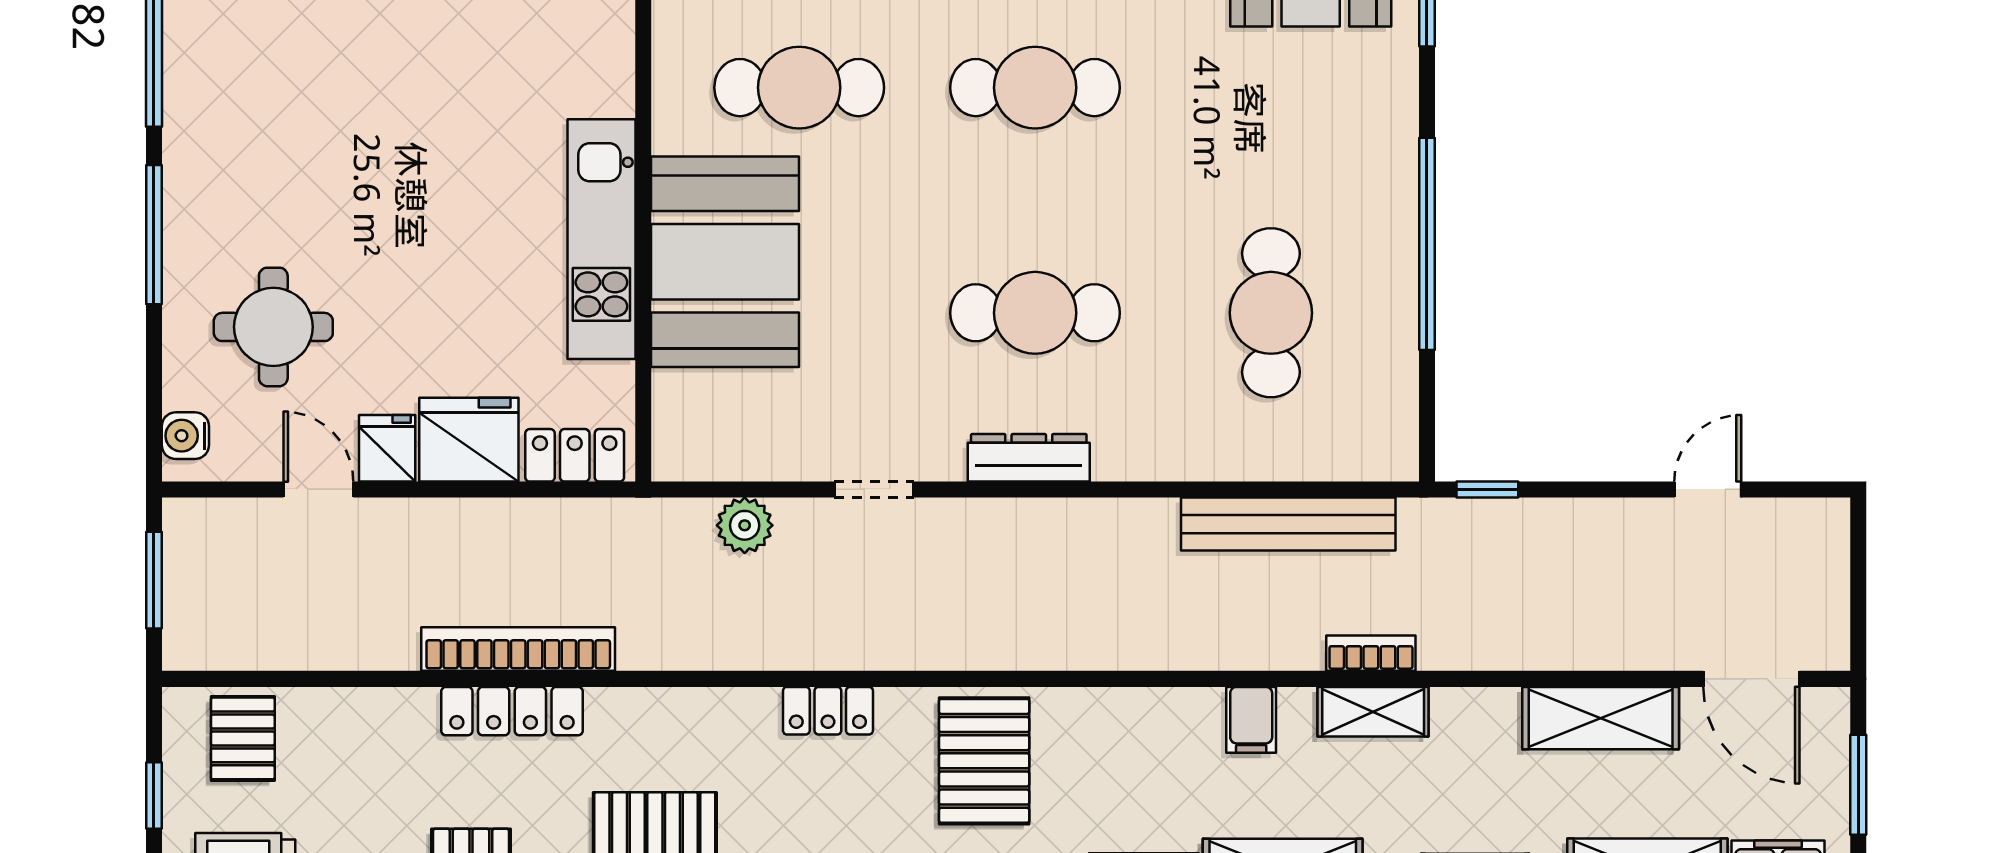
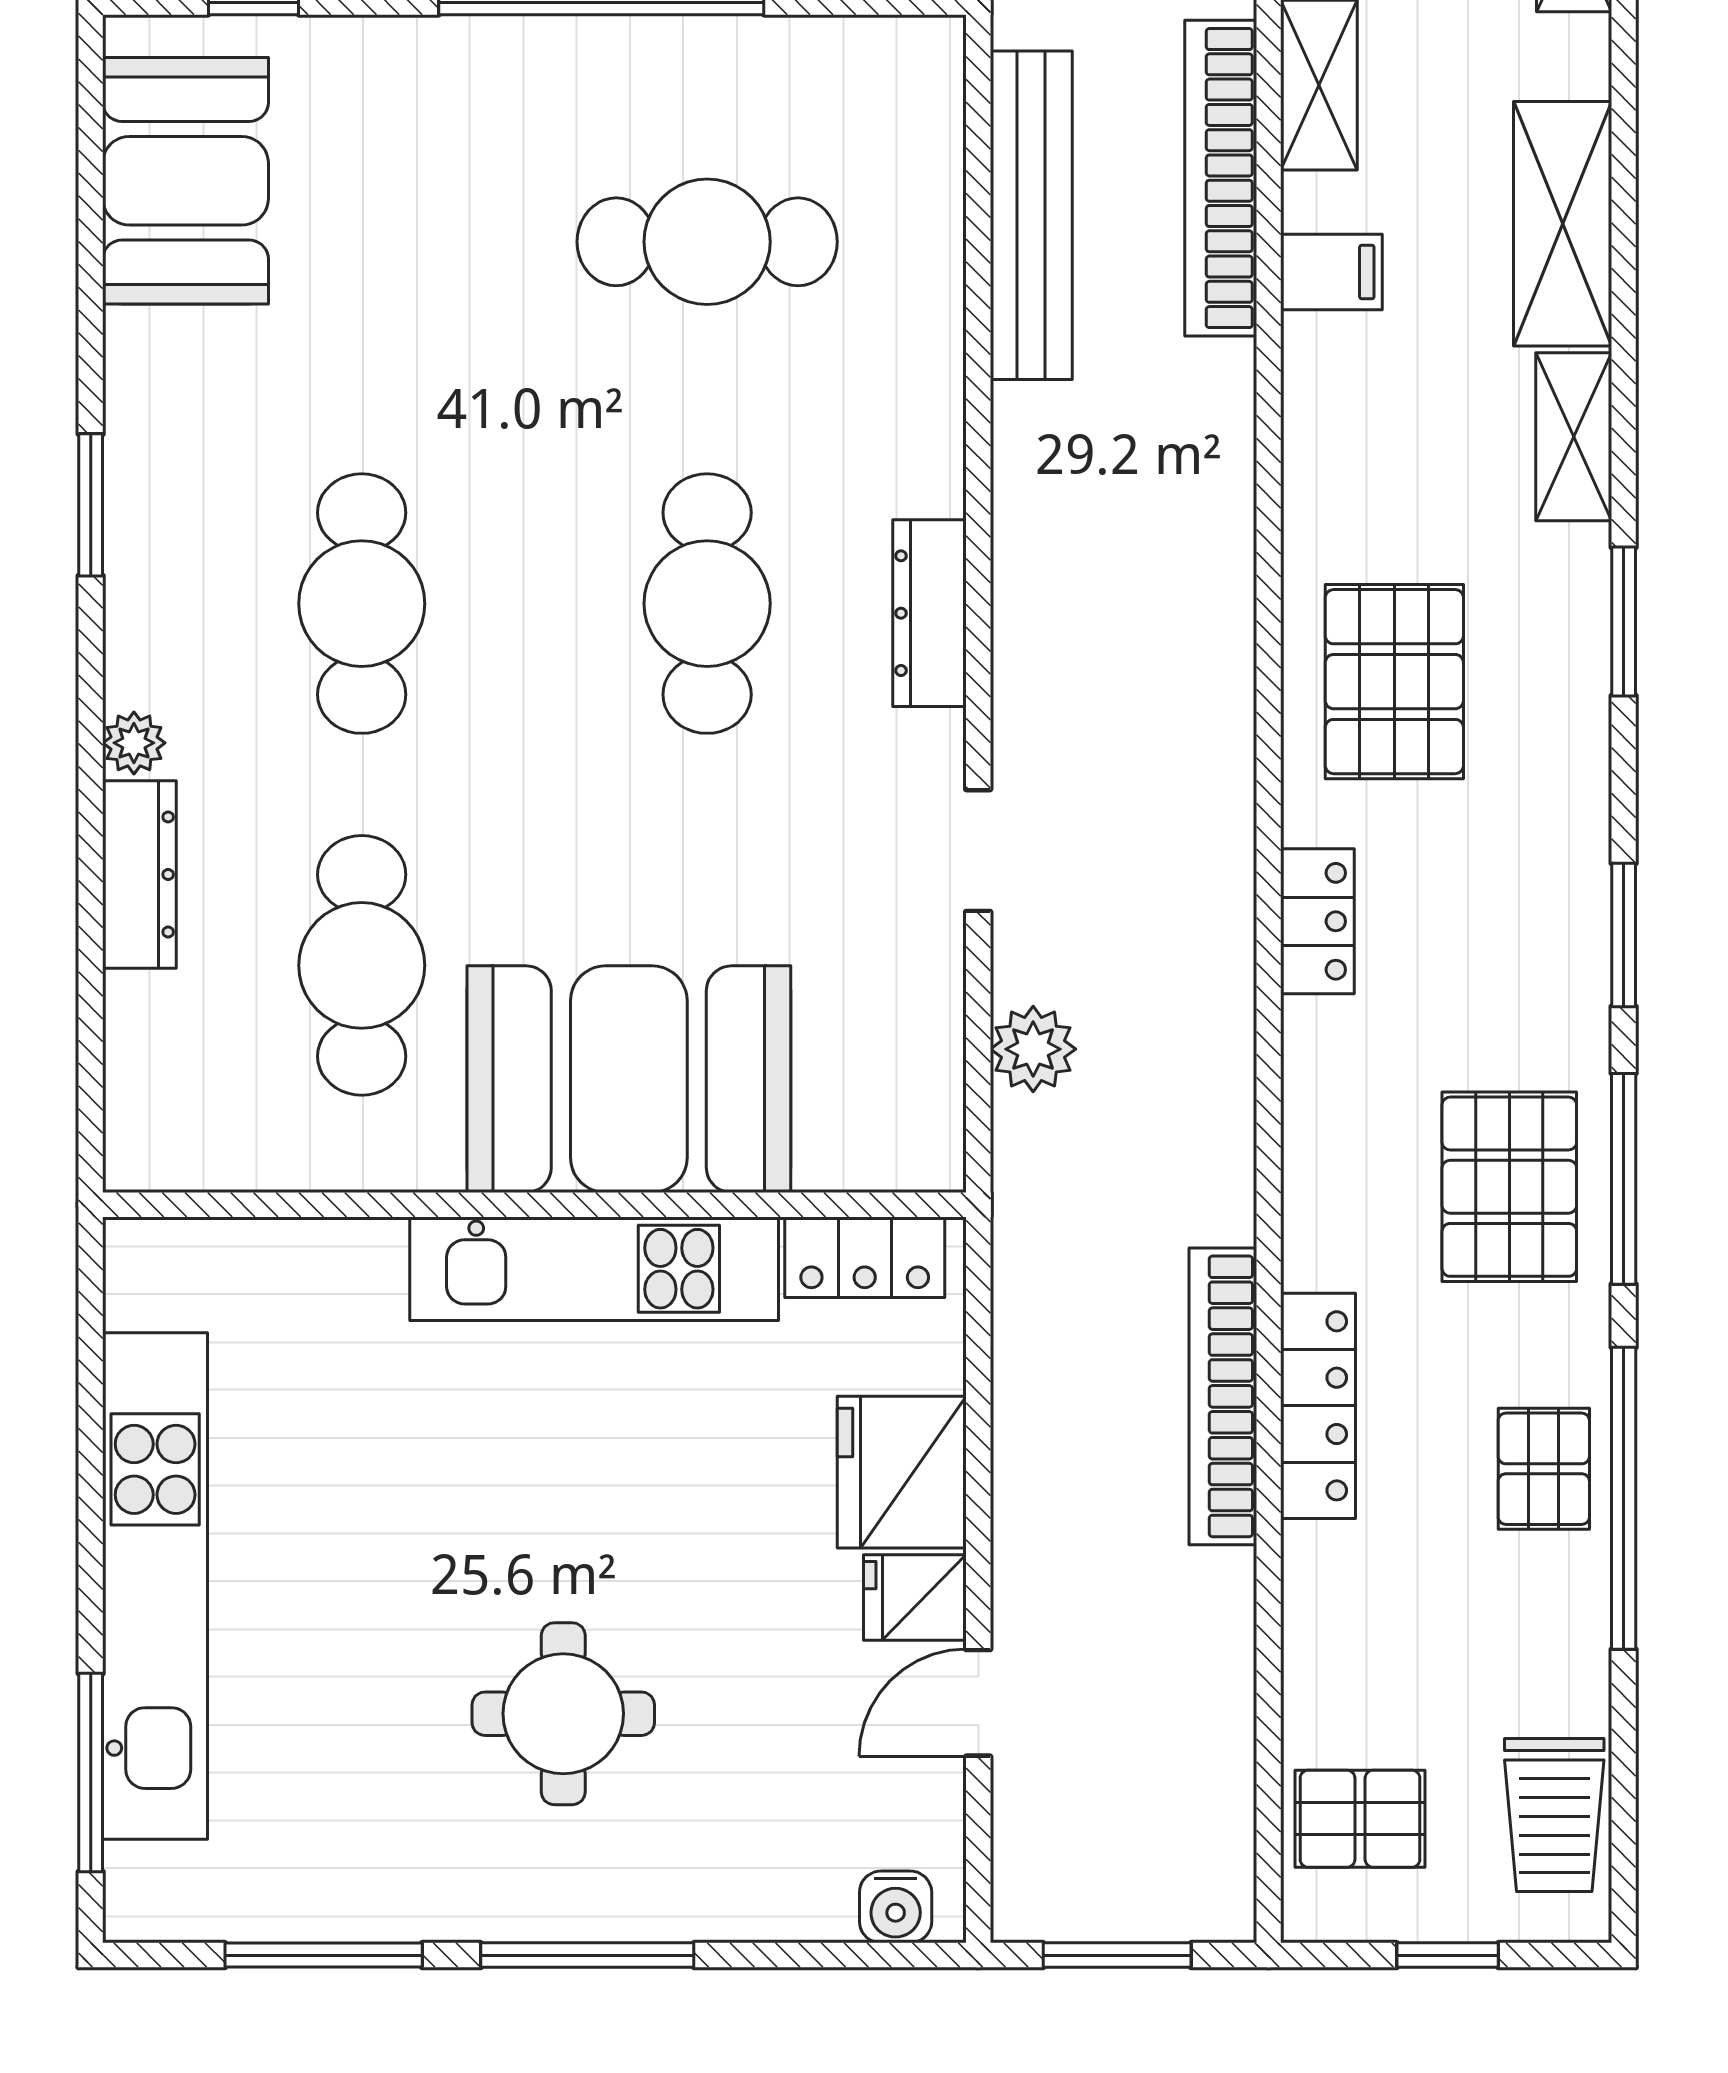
round table: (273, 327) -> (563, 1714), moved
locker: (575, 455) -> (865, 1257), moved, turned -90
bookcase: (1371, 653) -> (1221, 178), width x2.31, depth x1.31
pallet: (984, 761) -> (1394, 682), turned 90

